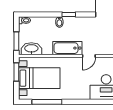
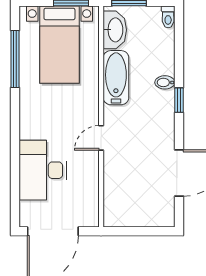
bathtub: (67, 48) -> (116, 78), moved
door: (89, 56) -> (101, 138), hinge flipped

